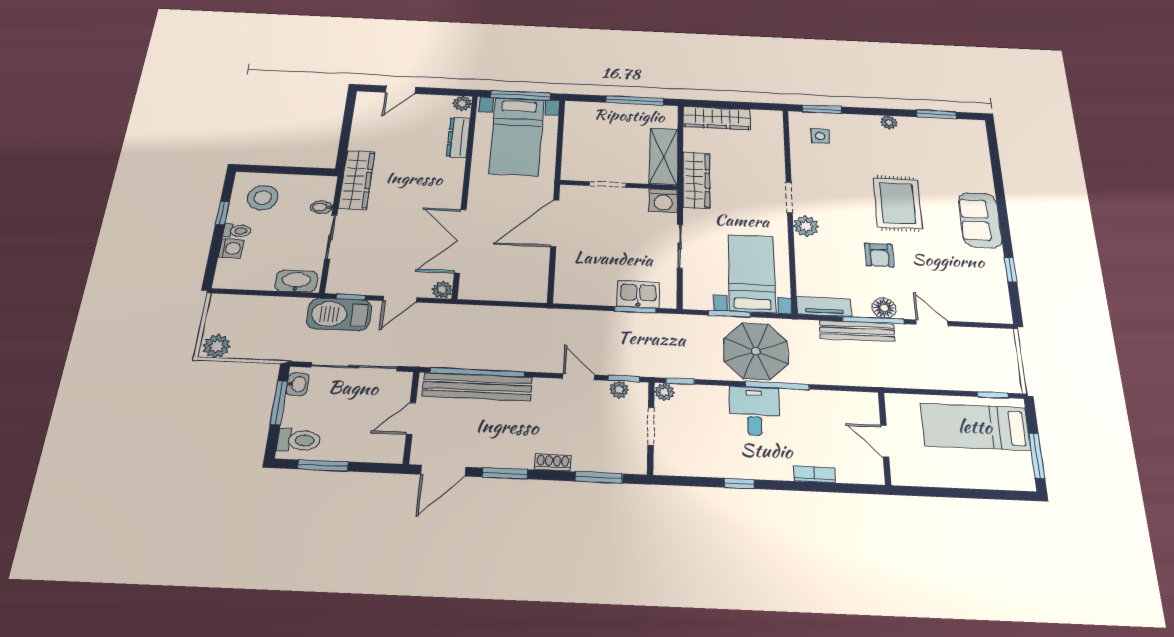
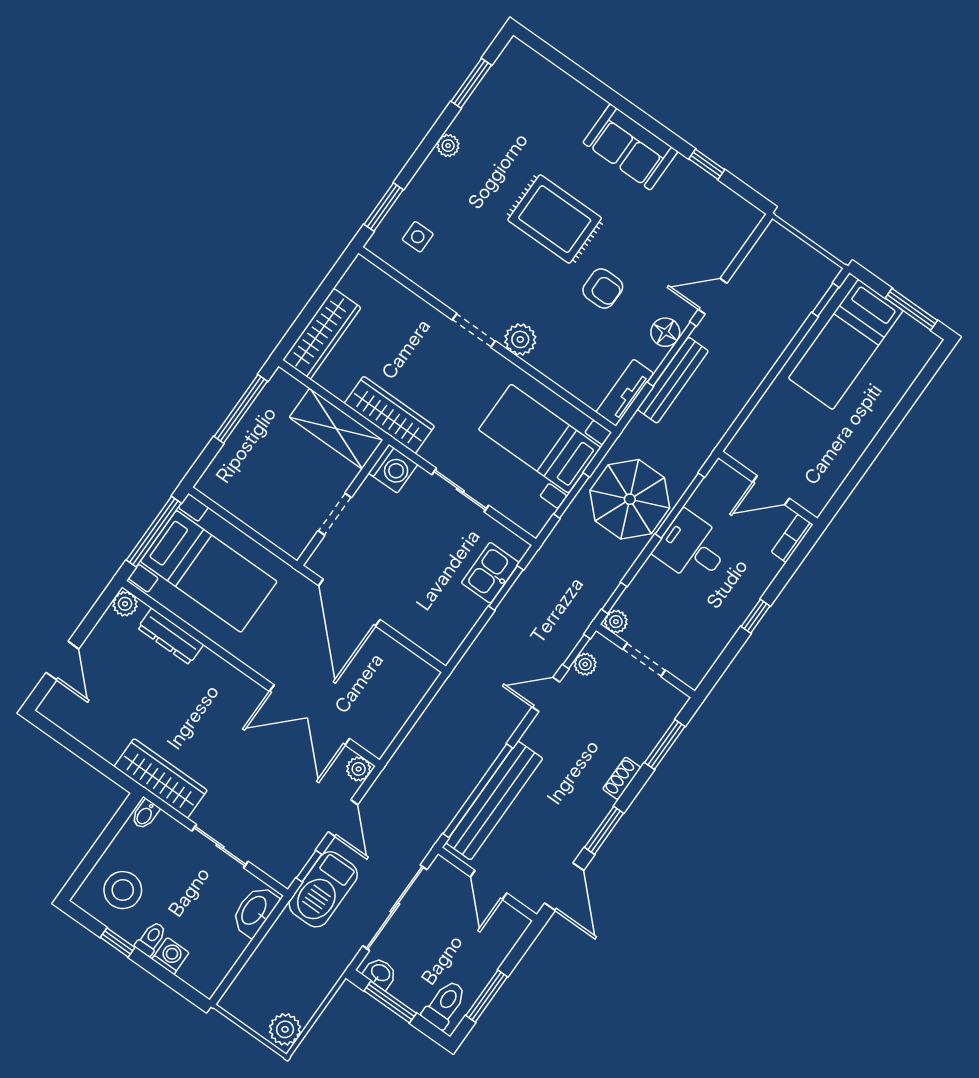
bidet: (322, 207) -> (145, 814), moved
wall: (885, 438) -> (768, 488), moved
door: (885, 441) -> (771, 490), moved

